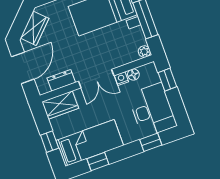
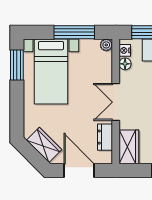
double door: (96, 79) -> (116, 102), swing flipped
nightstand: (121, 79) -> (125, 50), moved

